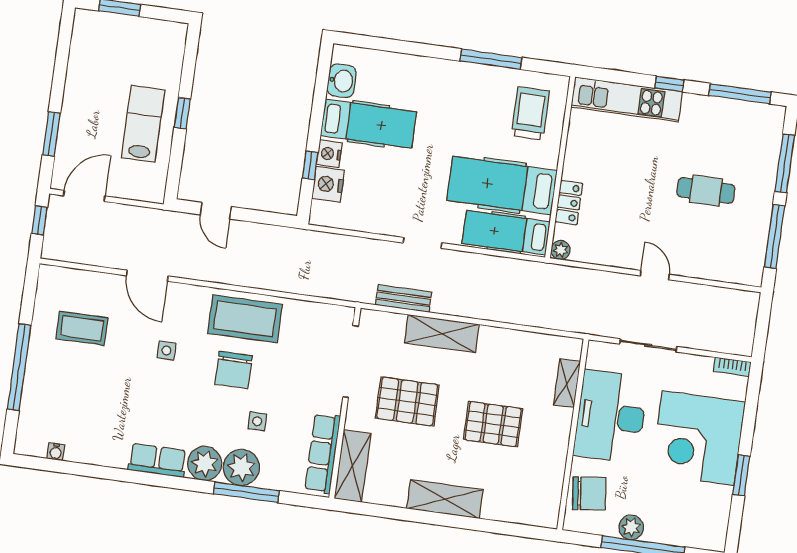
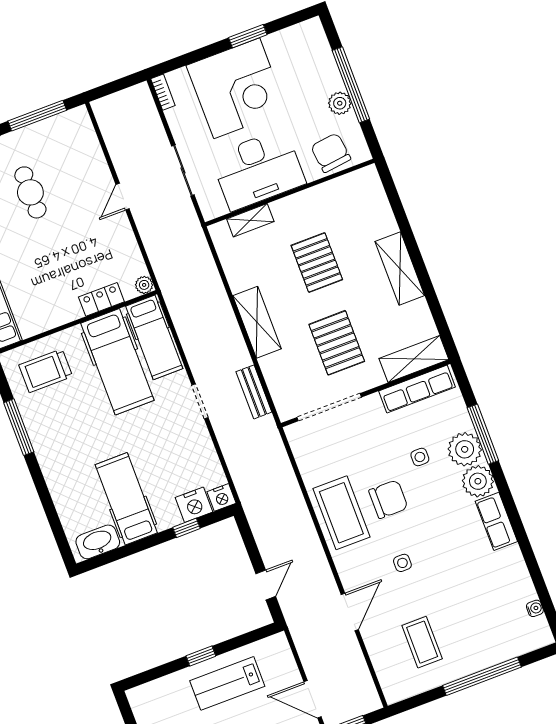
washbasin: (342, 81) -> (98, 542), width x1.38
nightstand: (329, 154) -> (222, 497), moved
shelving: (442, 334) -> (257, 322), moved

